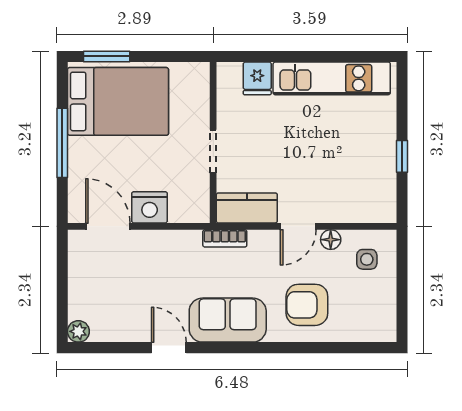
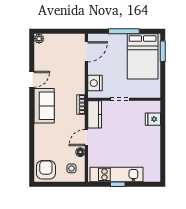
kitchen unit: (332, 78) -> (117, 174), moved, turned 90
nightstand: (150, 207) -> (95, 83), moved
door: (298, 226) -> (86, 138), hinge flipped
armchair: (307, 305) -> (46, 170), moved

